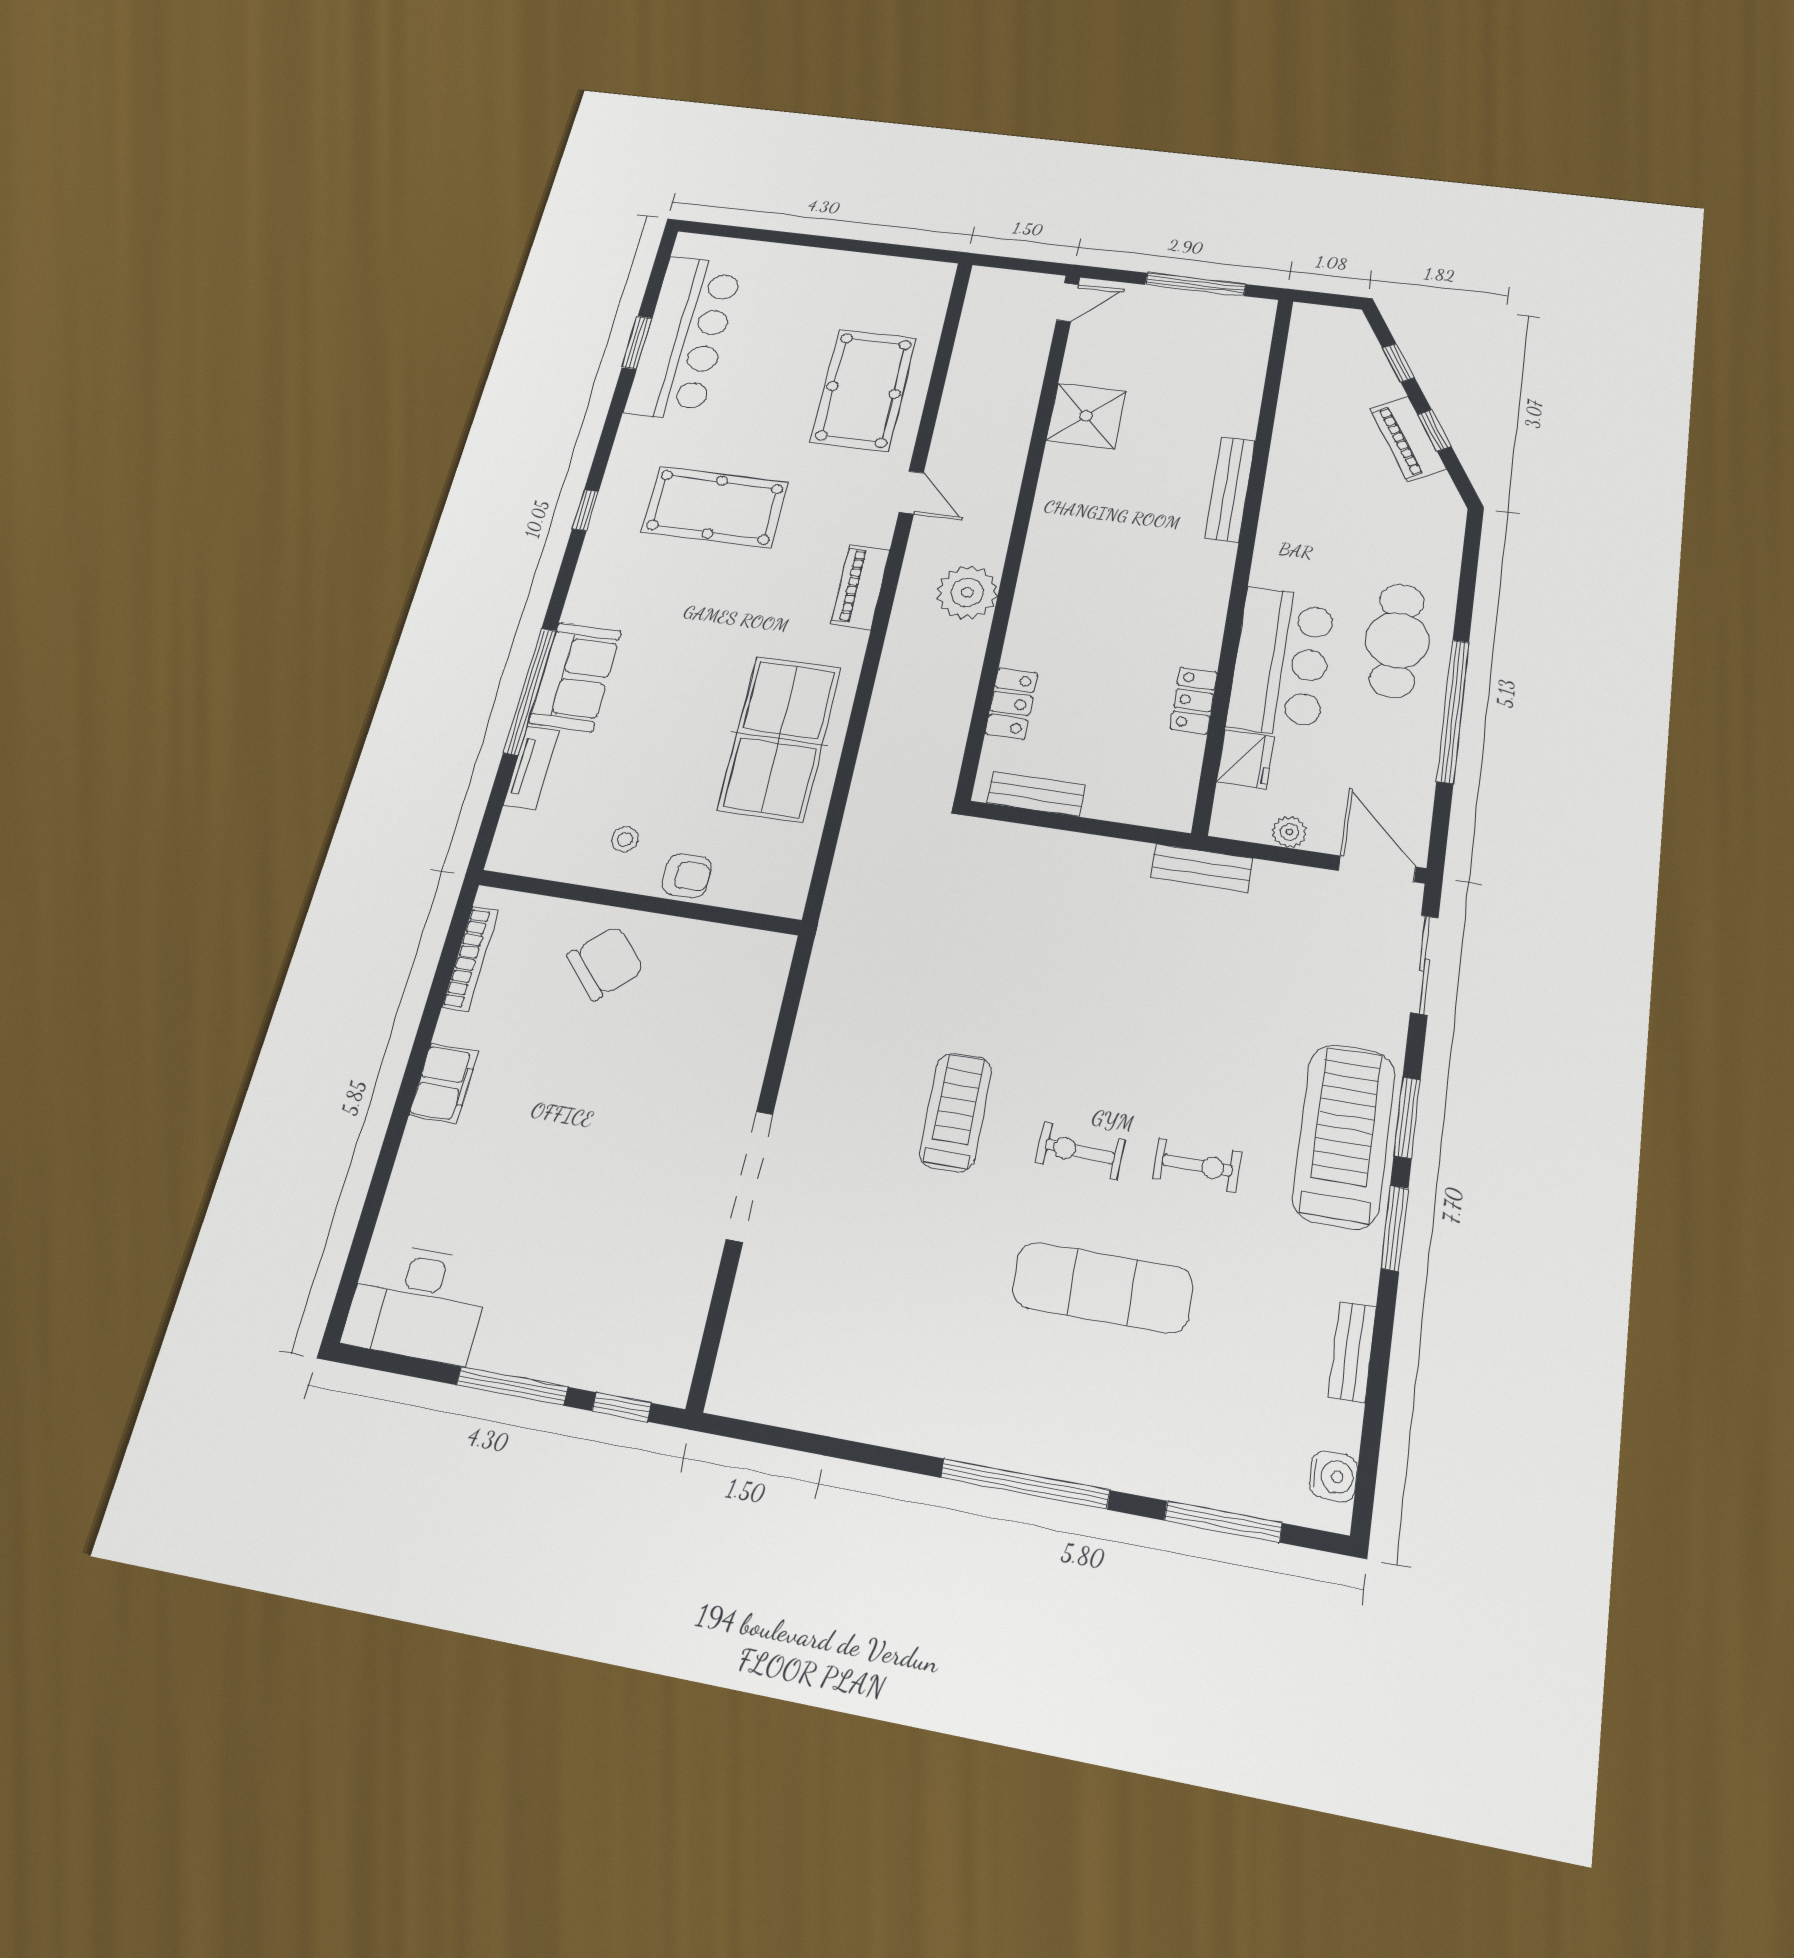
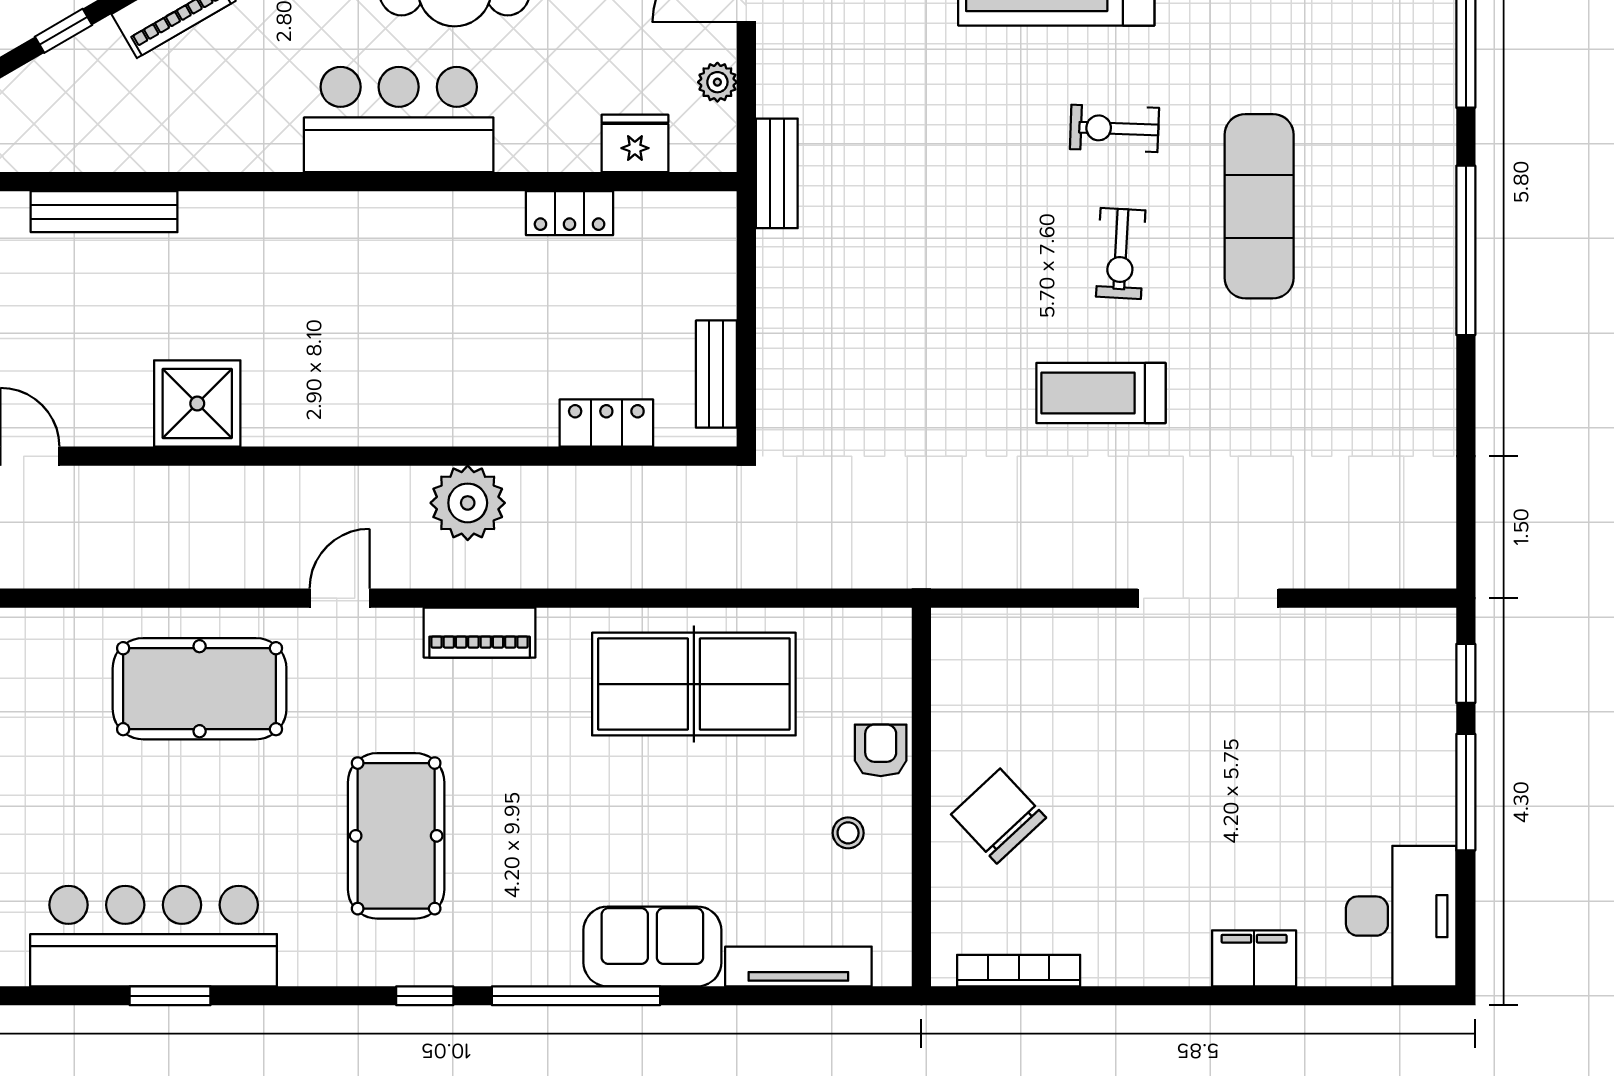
bench: (1230, 489) -> (104, 212), moved
bar counter: (1281, 662) -> (399, 120), moved
window: (530, 691) -> (576, 996), moved
tv unit: (531, 768) -> (798, 966), width x1.41
filing cabinet: (444, 1083) -> (1254, 958), moved
exercise bike: (1197, 1165) -> (1114, 128), turned -88

